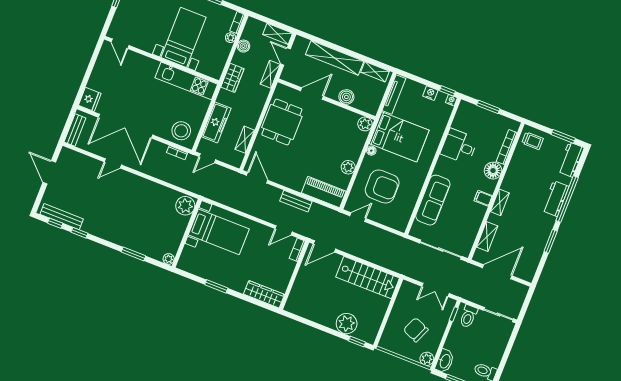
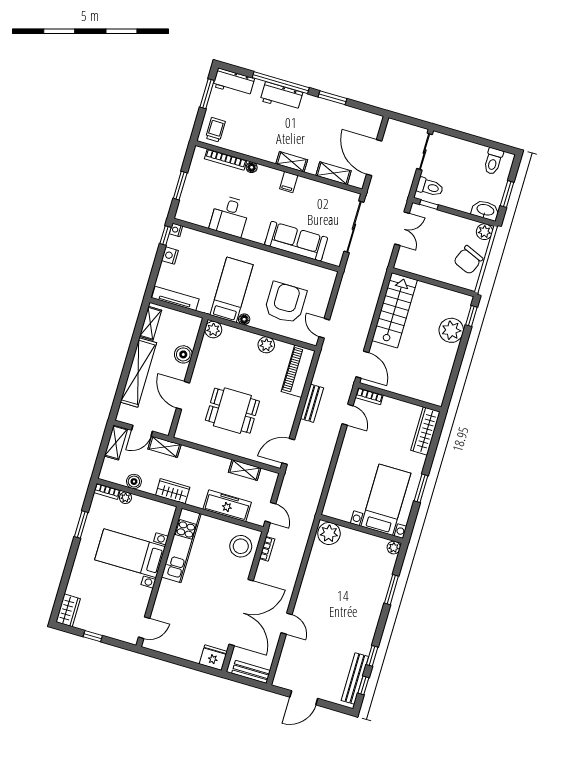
dining table: (282, 122) -> (232, 411), moved
bed: (399, 137) -> (232, 290), width x0.67
floor lamp: (493, 171) -> (252, 167), width x0.53, depth x0.53
bed with nightstands: (219, 232) -> (386, 500), moved
chair: (416, 330) -> (468, 260), moved

